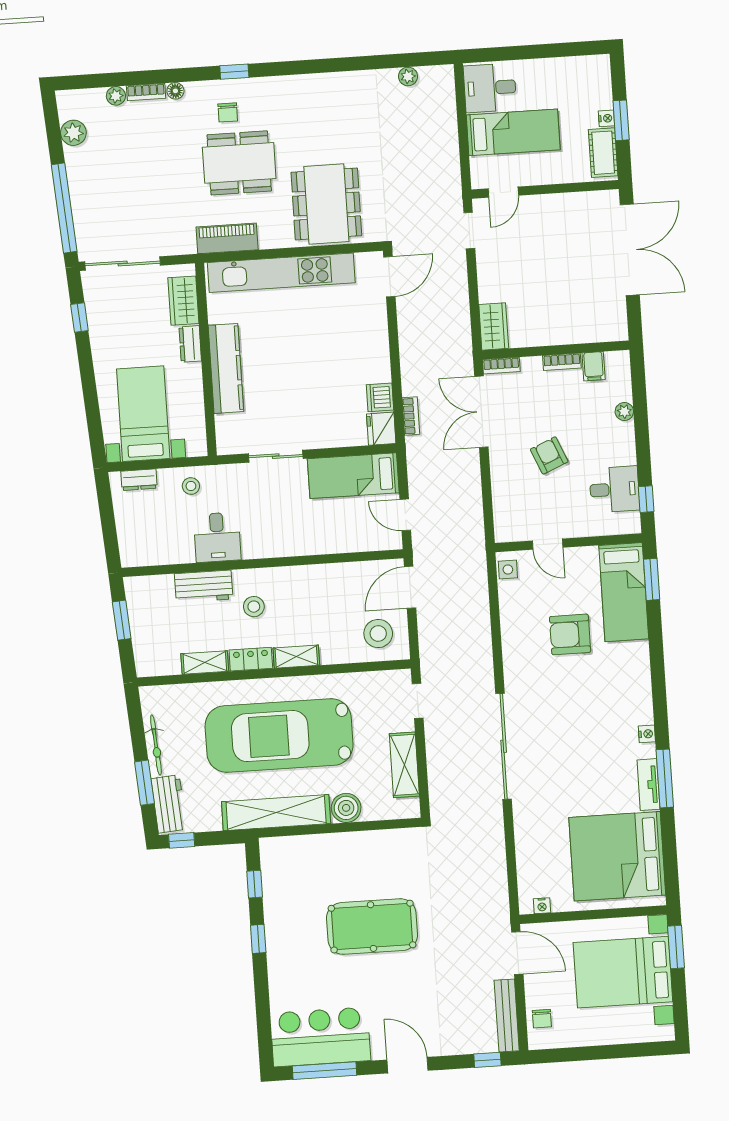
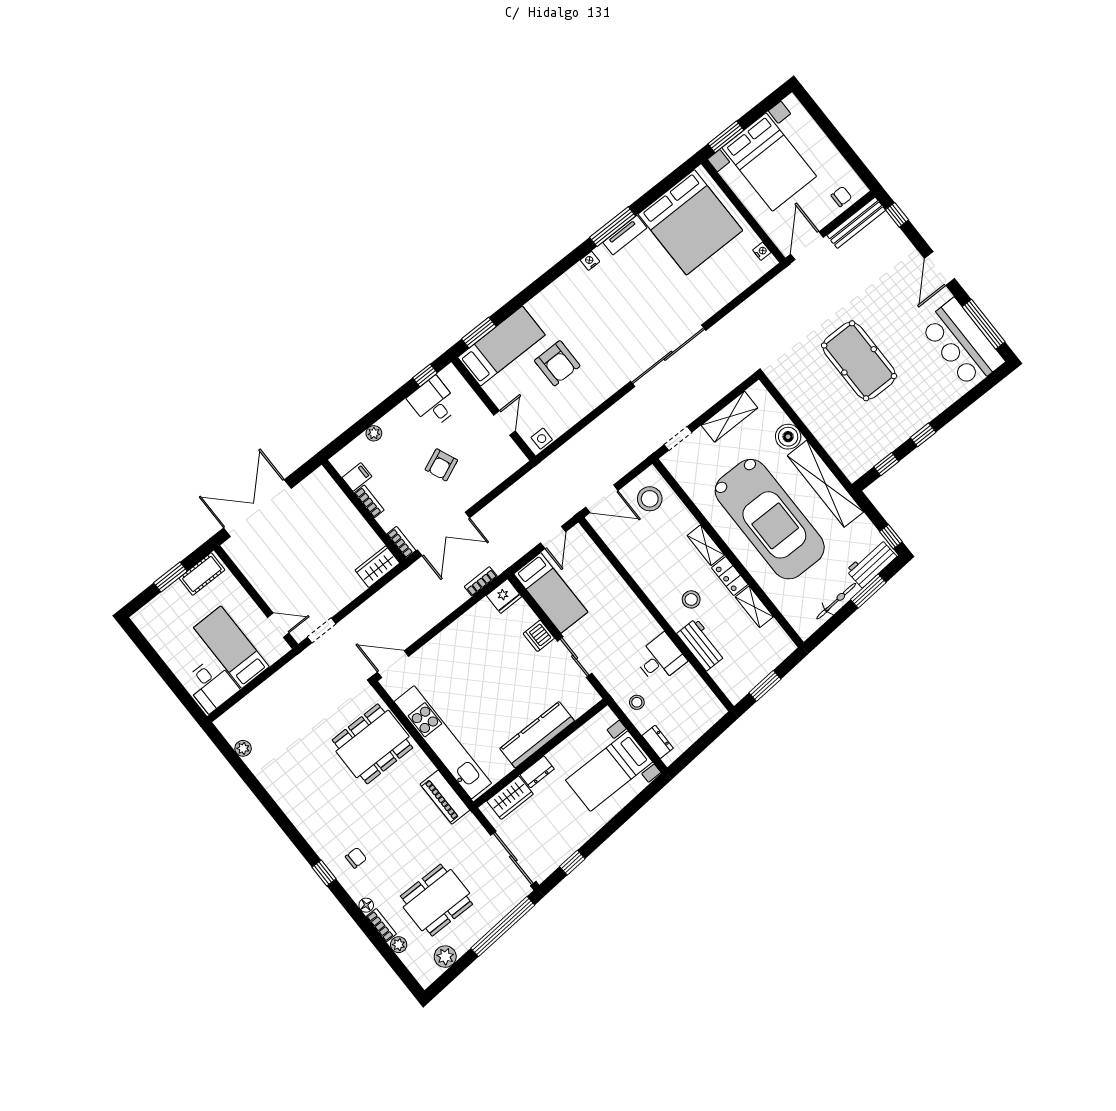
nightstand: (606, 118) -> (176, 588), removed
dining table: (239, 163) -> (436, 900), moved, turned 90
dishwasher: (380, 397) -> (539, 636), moved, turned 90

